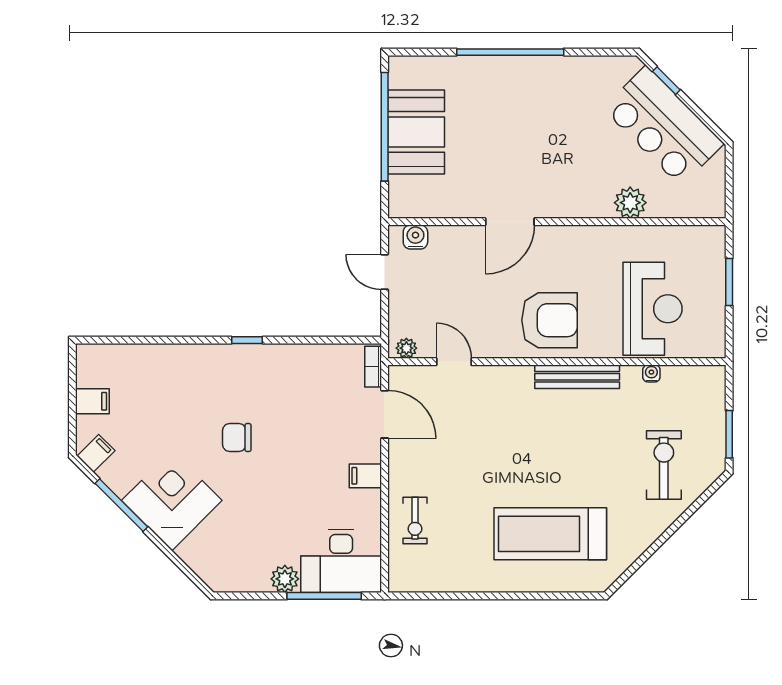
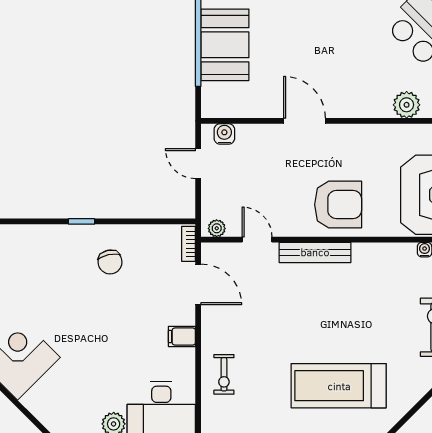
door: (510, 222) -> (304, 121), swing flipped
bench: (577, 377) -> (315, 252), moved
chair: (237, 437) -> (110, 262), moved, turned -102

